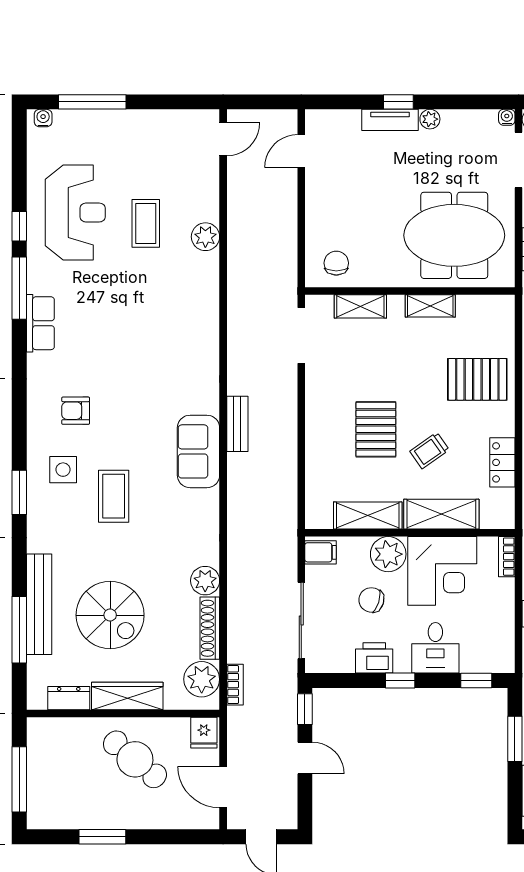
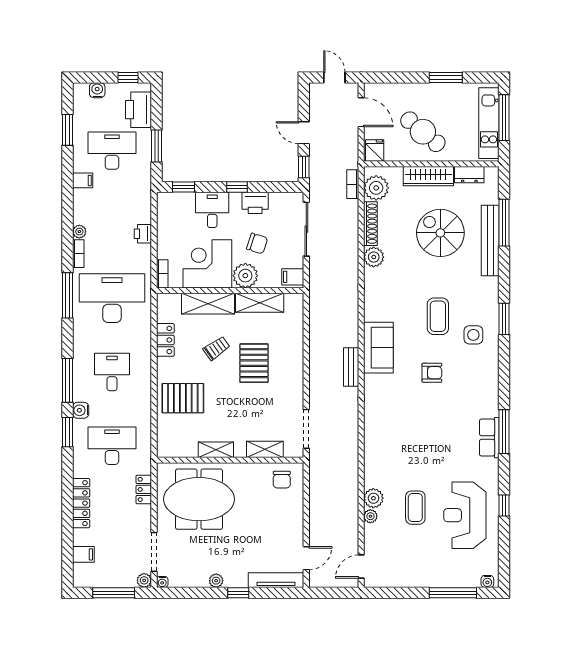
tv unit: (390, 120) -> (276, 580), moved, width x1.41
plant: (210, 211) -> (370, 516), added
window: (19, 288) -> (504, 432), moved
armchair: (76, 411) -> (432, 373), moved
kitchen unit: (41, 772) -> (489, 123), added

